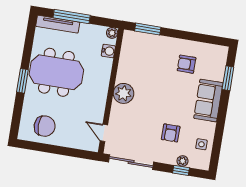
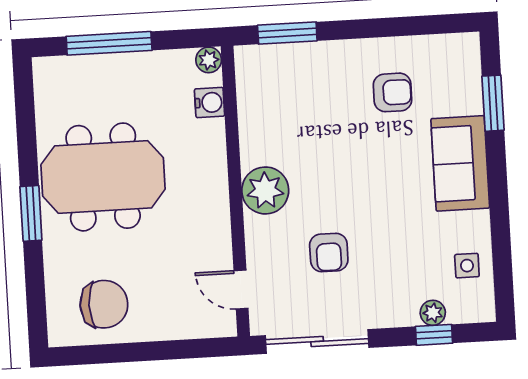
tv unit: (58, 24) -> (82, 68), removed
armchair: (187, 64) -> (393, 92), turned 180
armchair: (171, 133) -> (329, 252), moved

